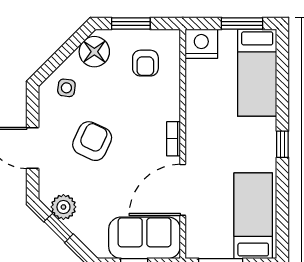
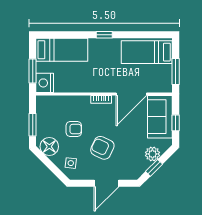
window: (242, 23) -> (33, 71), moved
armchair: (145, 63) -> (74, 129), moved
door: (183, 190) -> (131, 94), hinge flipped
plant: (63, 207) -> (152, 154), moved

